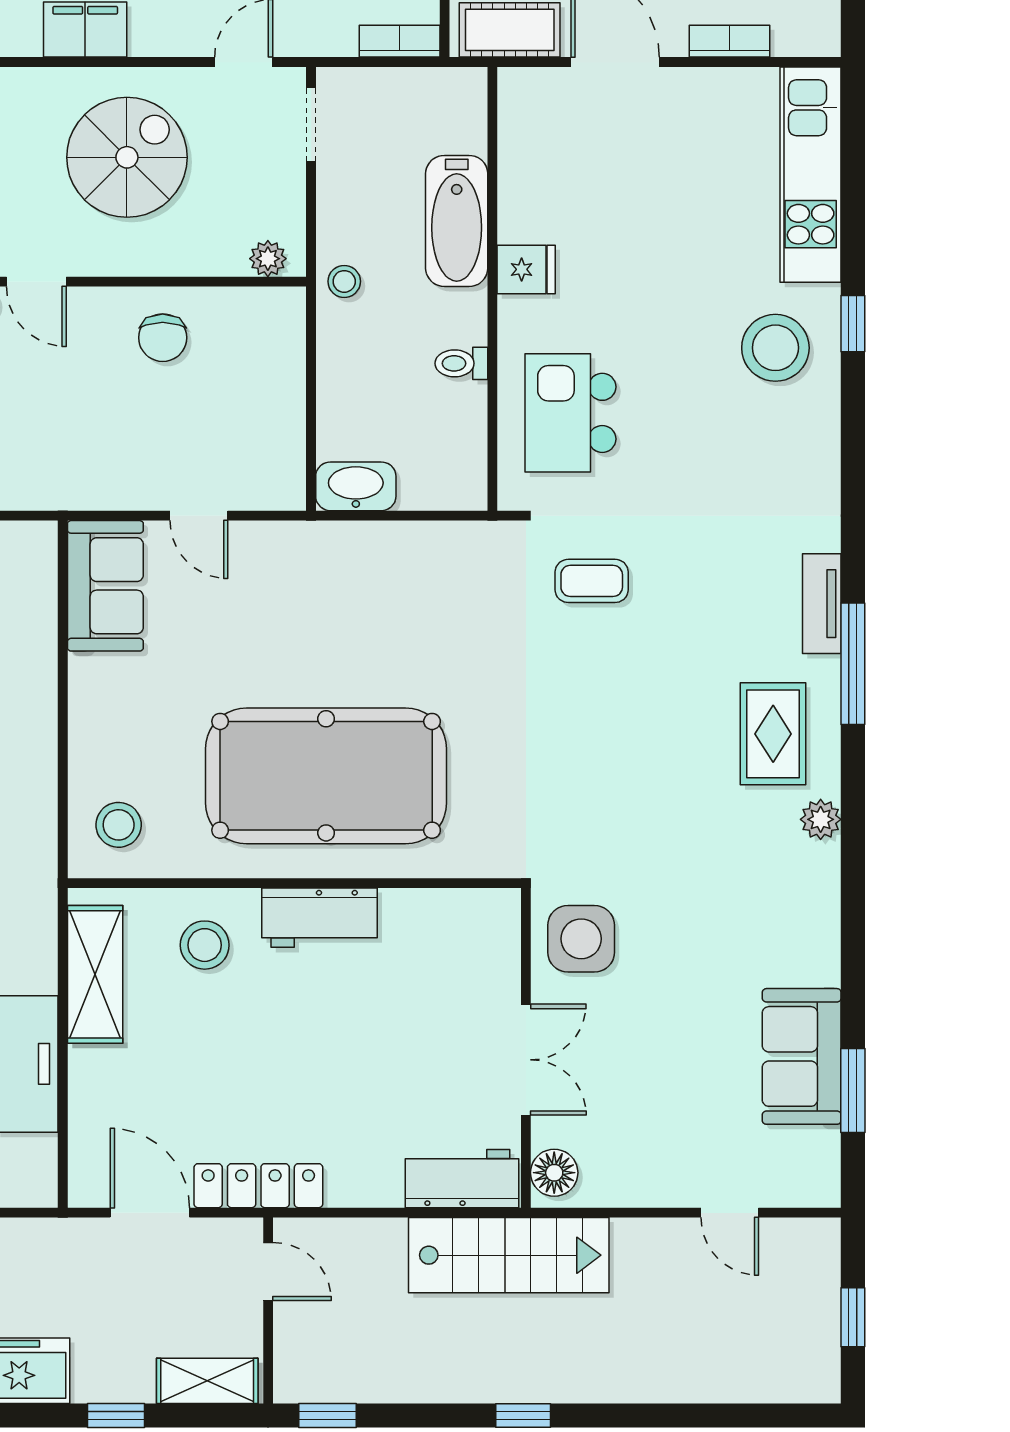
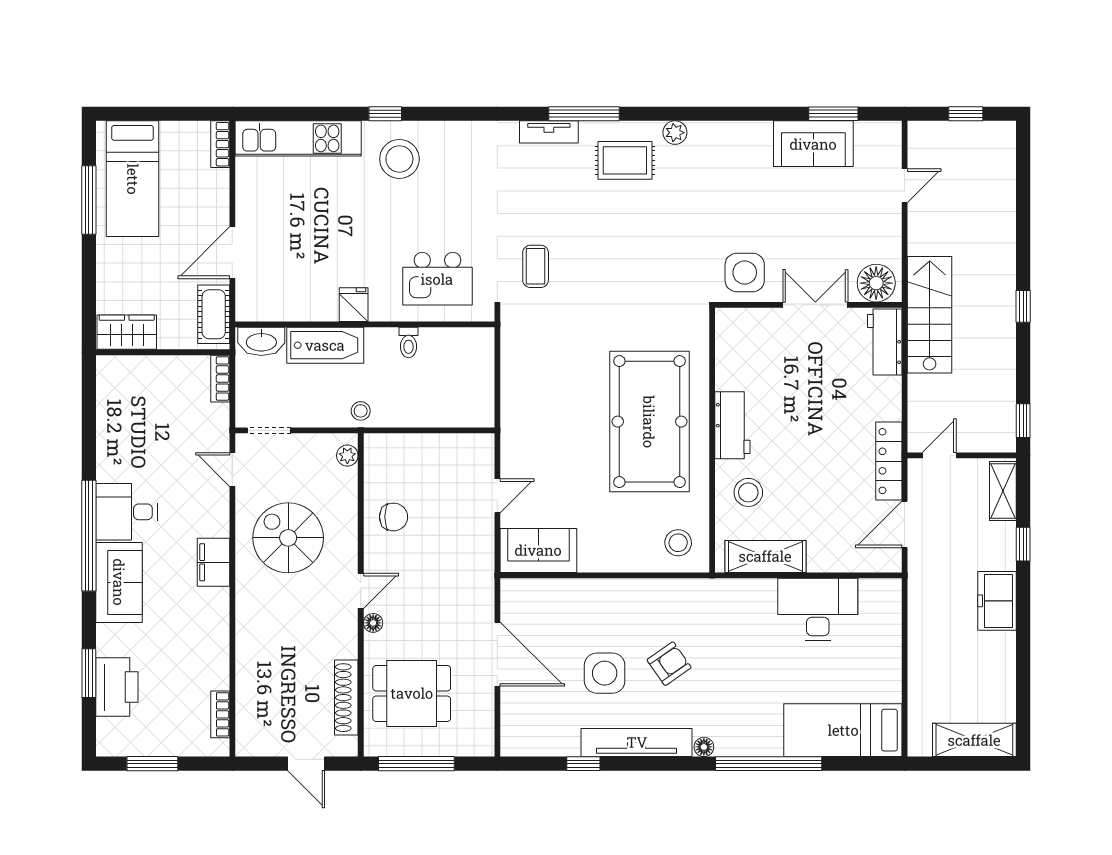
bookcase: (729, 41) -> (220, 144), moved
washbasin: (356, 486) -> (261, 341), moved, turned -90
floor lamp: (554, 1173) -> (876, 283), width x1.38, depth x1.38

